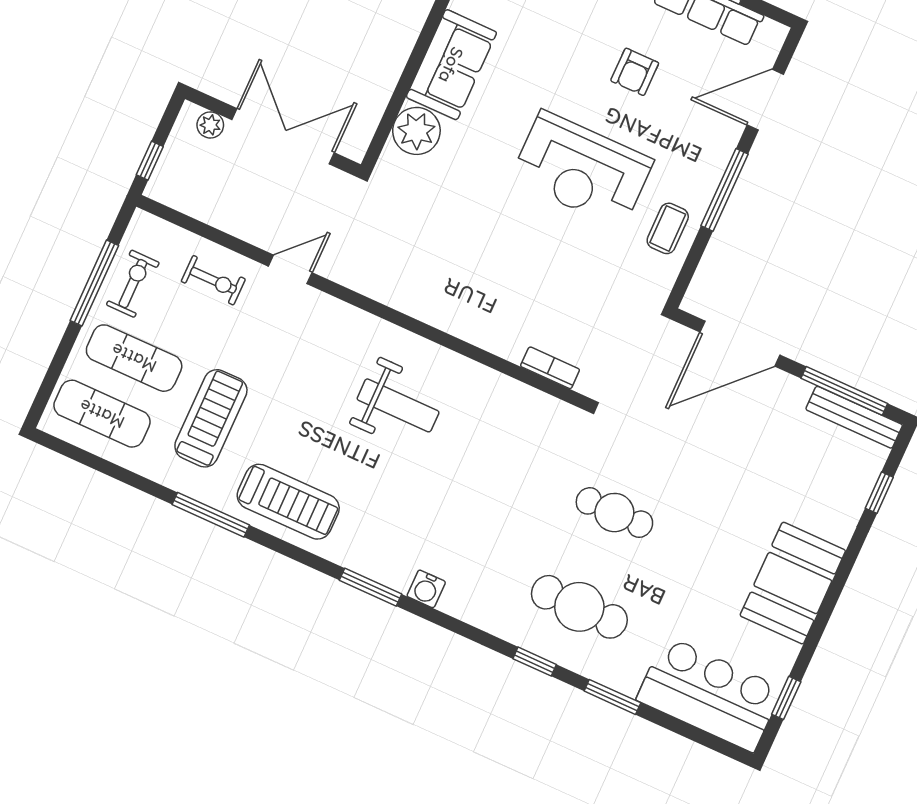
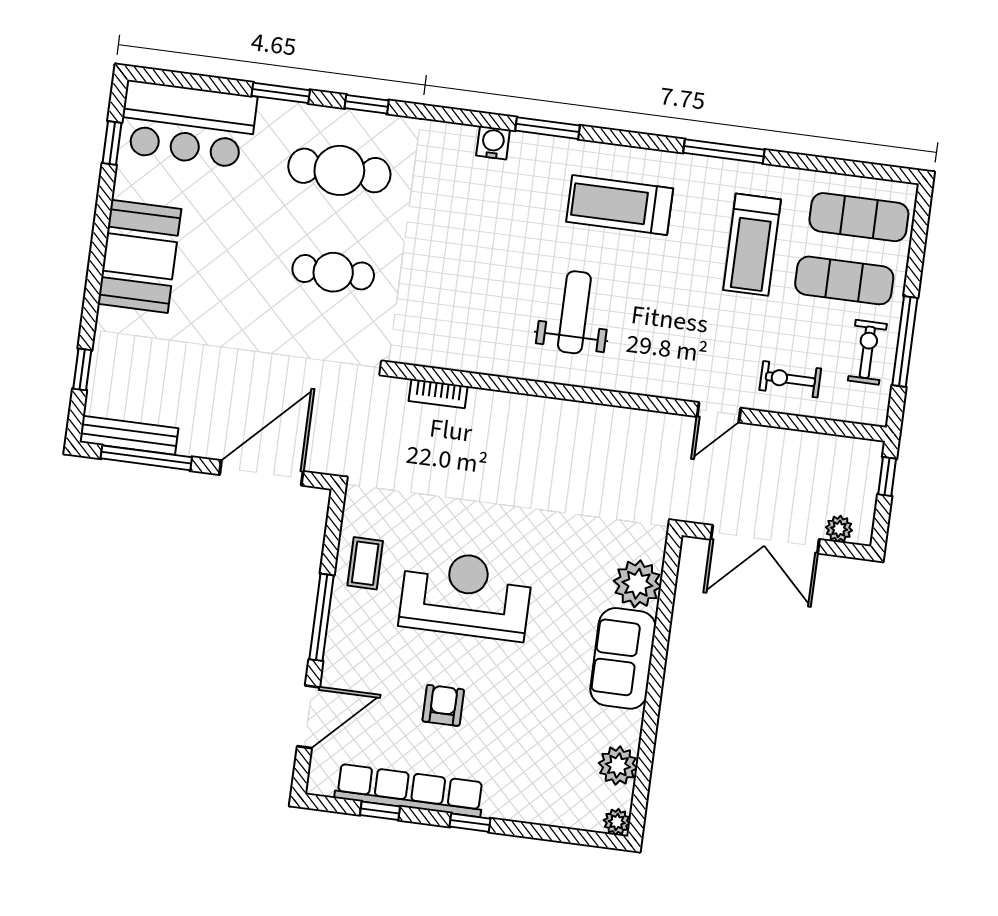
exercise bike: (133, 284) -> (867, 352), turned 180
weight bench: (398, 405) -> (574, 312), turned 90
treadmill: (288, 502) -> (620, 205), moved

